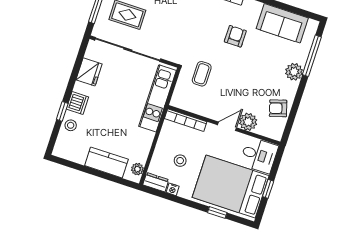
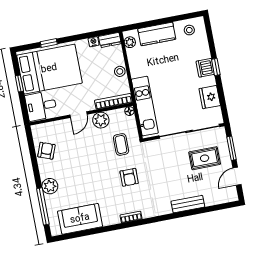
armchair: (235, 36) -> (129, 177), moved
floor lamp: (175, 102) -> (129, 111), added
armchair: (278, 108) -> (46, 151), turned -52
window: (62, 111) -> (216, 67), moved
plant: (248, 122) -> (101, 120), moved
stool: (71, 125) -> (189, 30), moved
stool: (180, 161) -> (120, 71), moved

